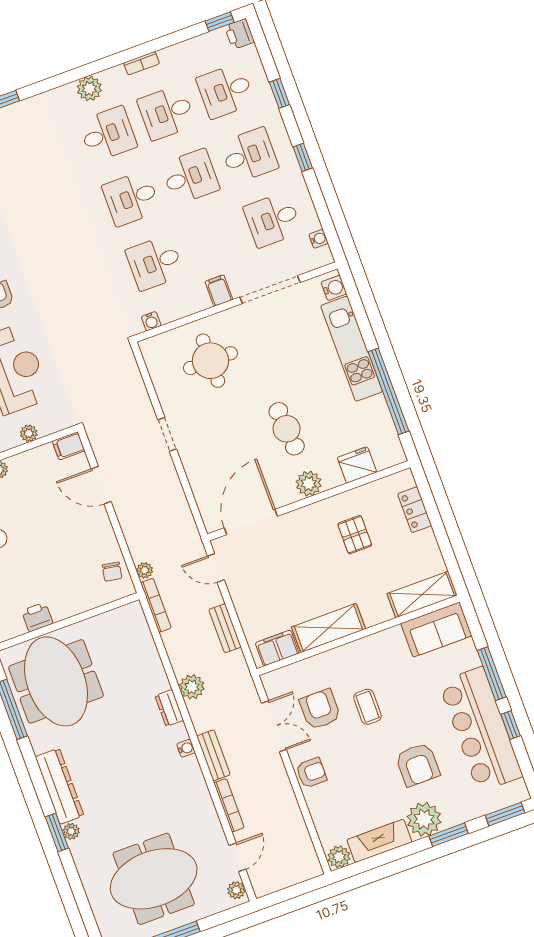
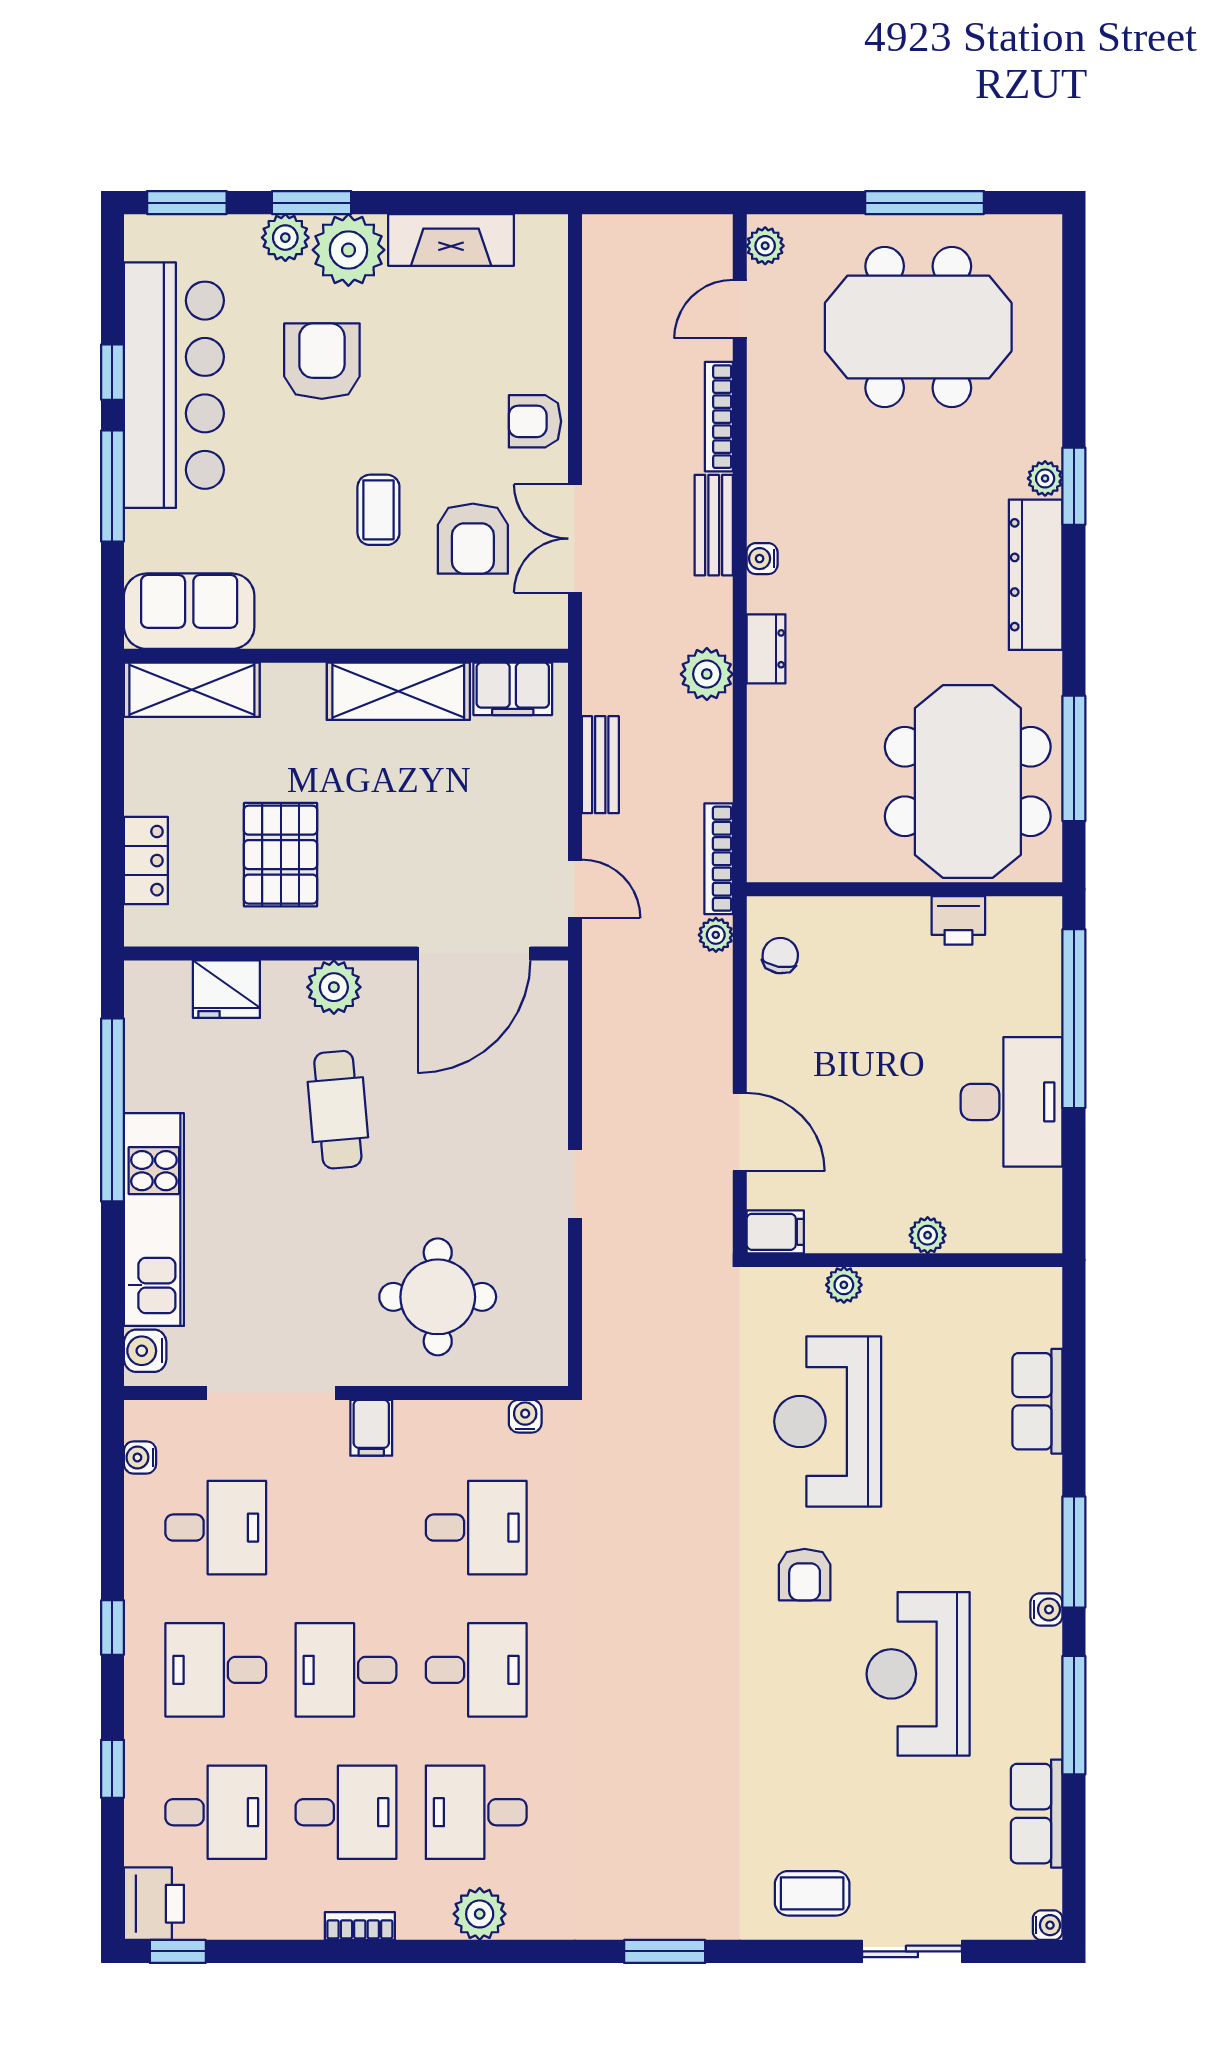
printer: (239, 34) -> (154, 1904), width x1.36, depth x1.24
pallet: (355, 535) -> (281, 855), width x1.50, depth x1.42
plant: (339, 857) -> (285, 238), moved

